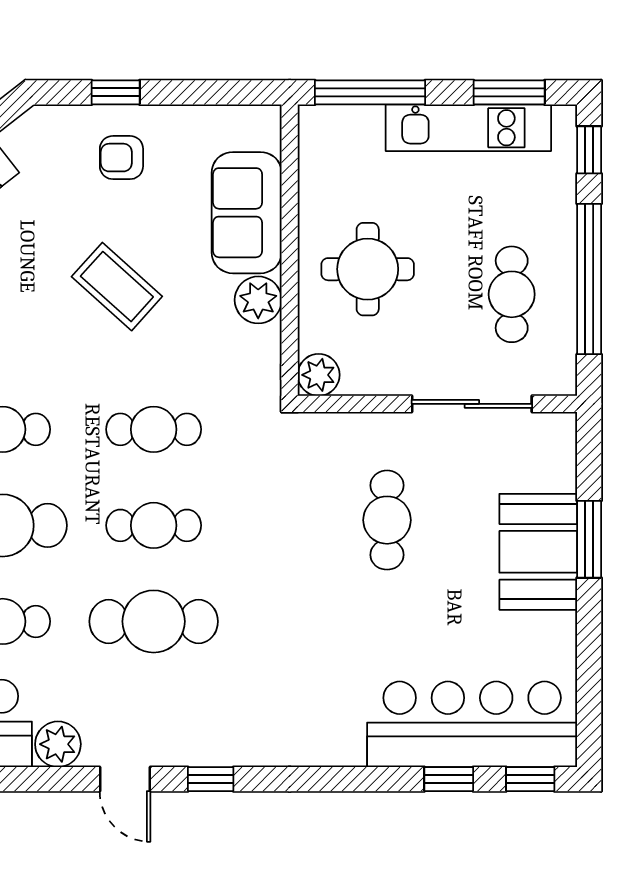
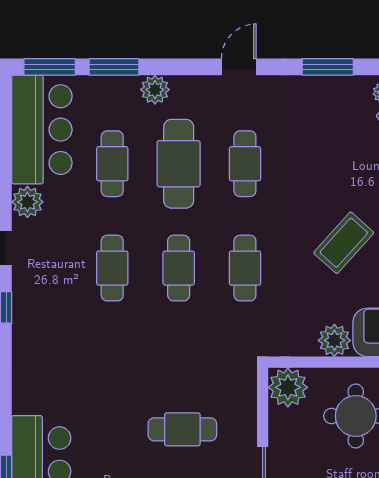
plant: (319, 375) -> (288, 387), width x1.36, depth x1.36
cafe table: (154, 621) -> (112, 268), width x0.73, depth x0.74

